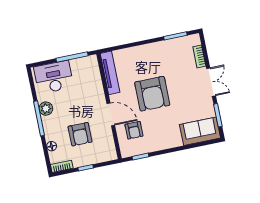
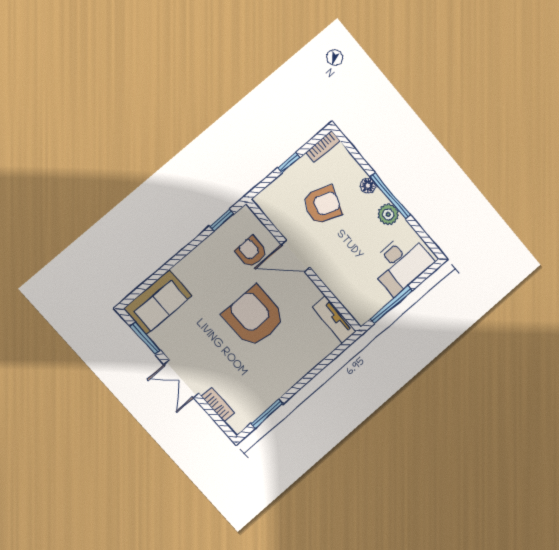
tv unit: (110, 73) -> (334, 320), width x0.71
armchair: (80, 134) -> (323, 205), turned 110
floor lamp: (52, 146) -> (368, 186), moved

